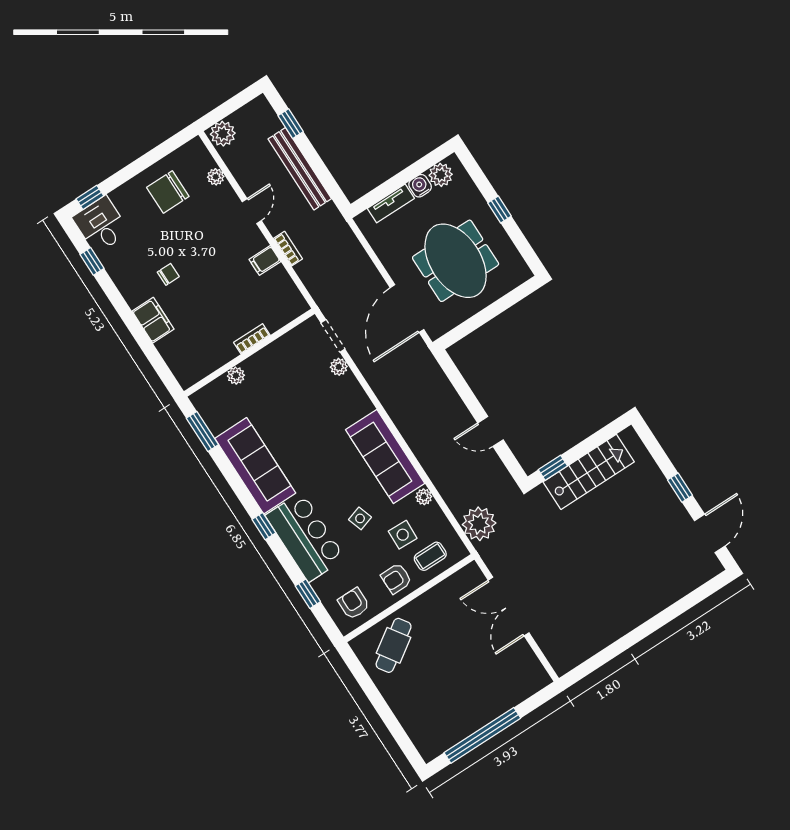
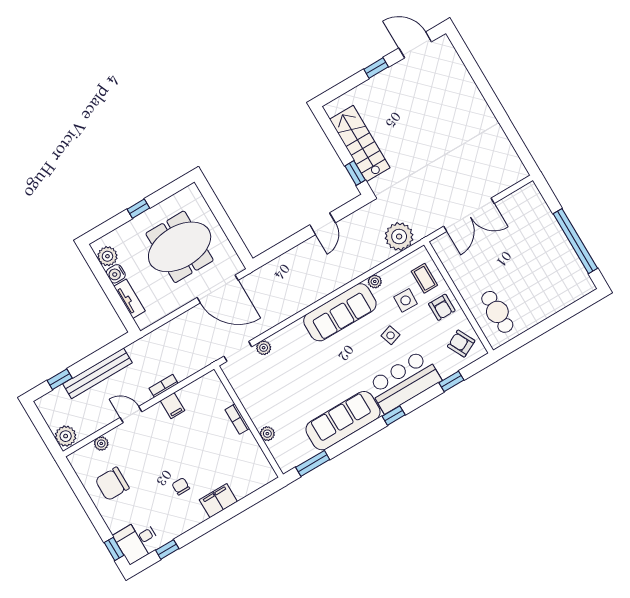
chair: (168, 192) -> (112, 484), turned 90
armchair: (354, 604) -> (461, 344), turned 63
cafe table: (394, 645) -> (497, 312), turned 34

